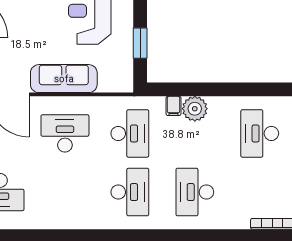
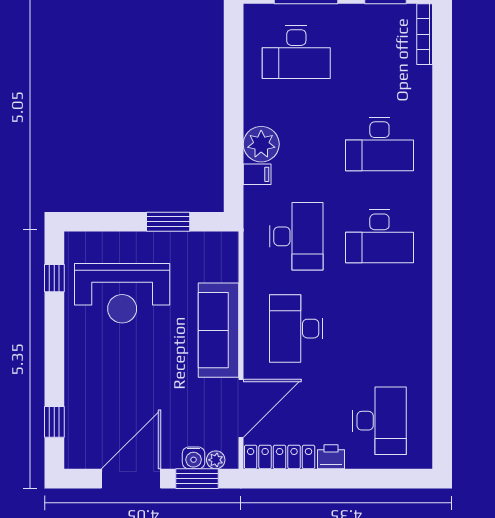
desk: (130, 133) -> (296, 236), turned 90
desk: (130, 192) -> (379, 236), turned 180

